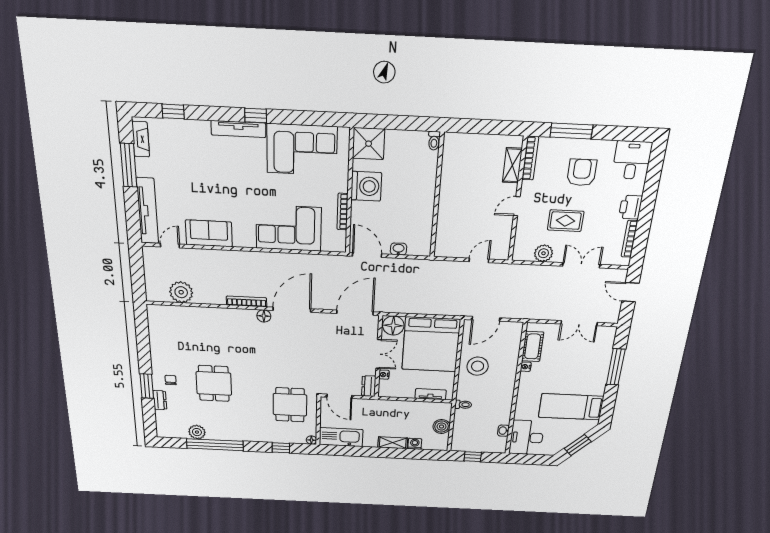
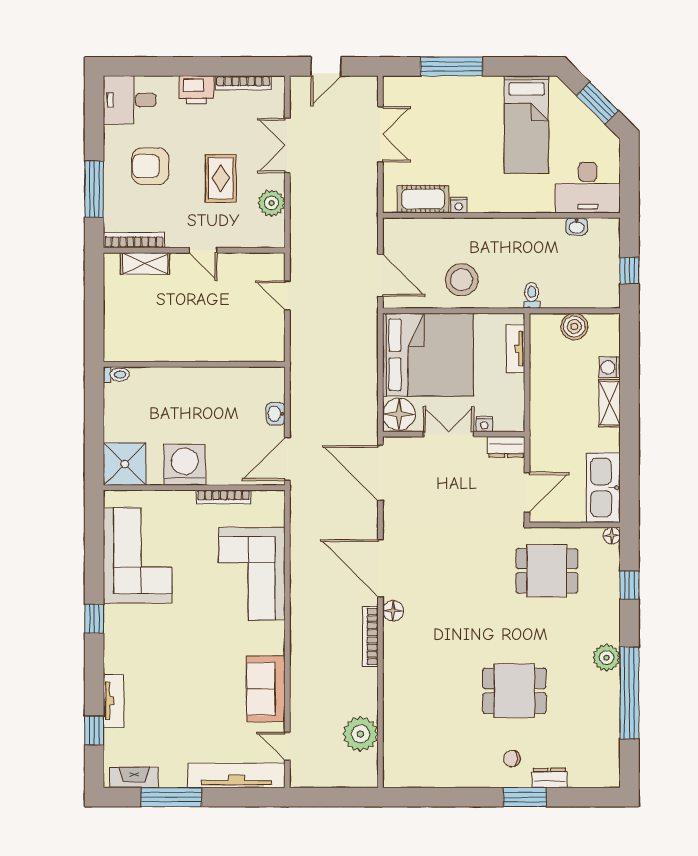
tv unit: (238, 129) -> (114, 701), moved, width x0.71
plant: (197, 432) -> (606, 658), moved

